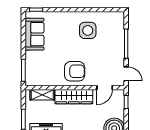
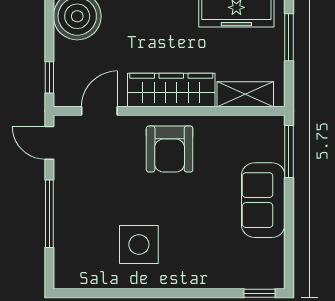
sofa: (35, 34) -> (263, 200), moved
armchair: (75, 71) -> (170, 149), turned -90

